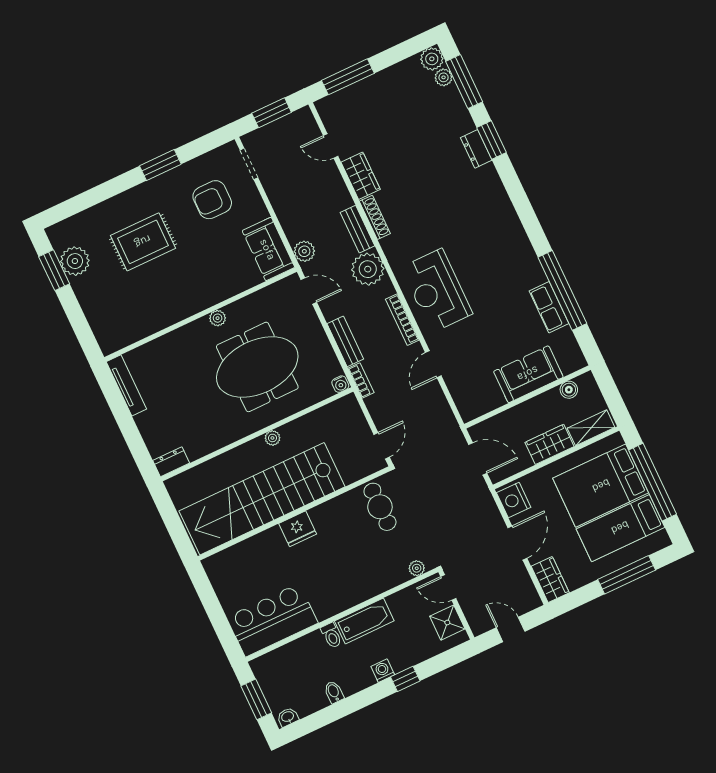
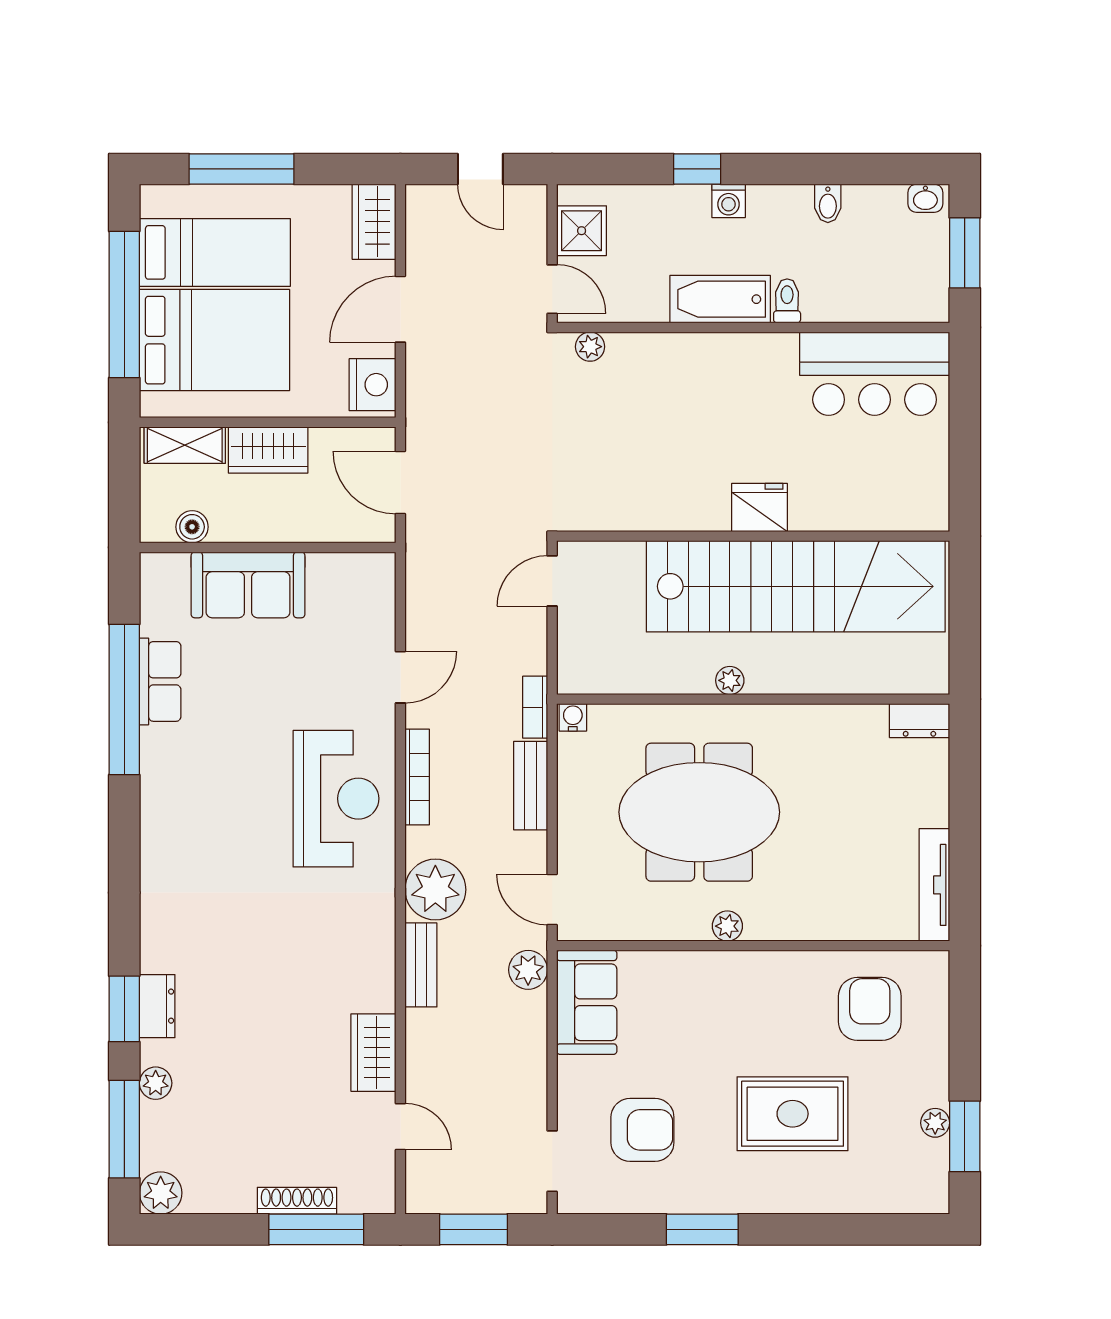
plant: (444, 77) -> (156, 1083), moved
shoe rack: (375, 217) -> (297, 1201), moved, turned 90
plant: (75, 261) -> (935, 1123), width x0.53, depth x0.53
armchair: (129, 310) -> (870, 1009), added
cafe table: (380, 507) -> (603, 479), removed

